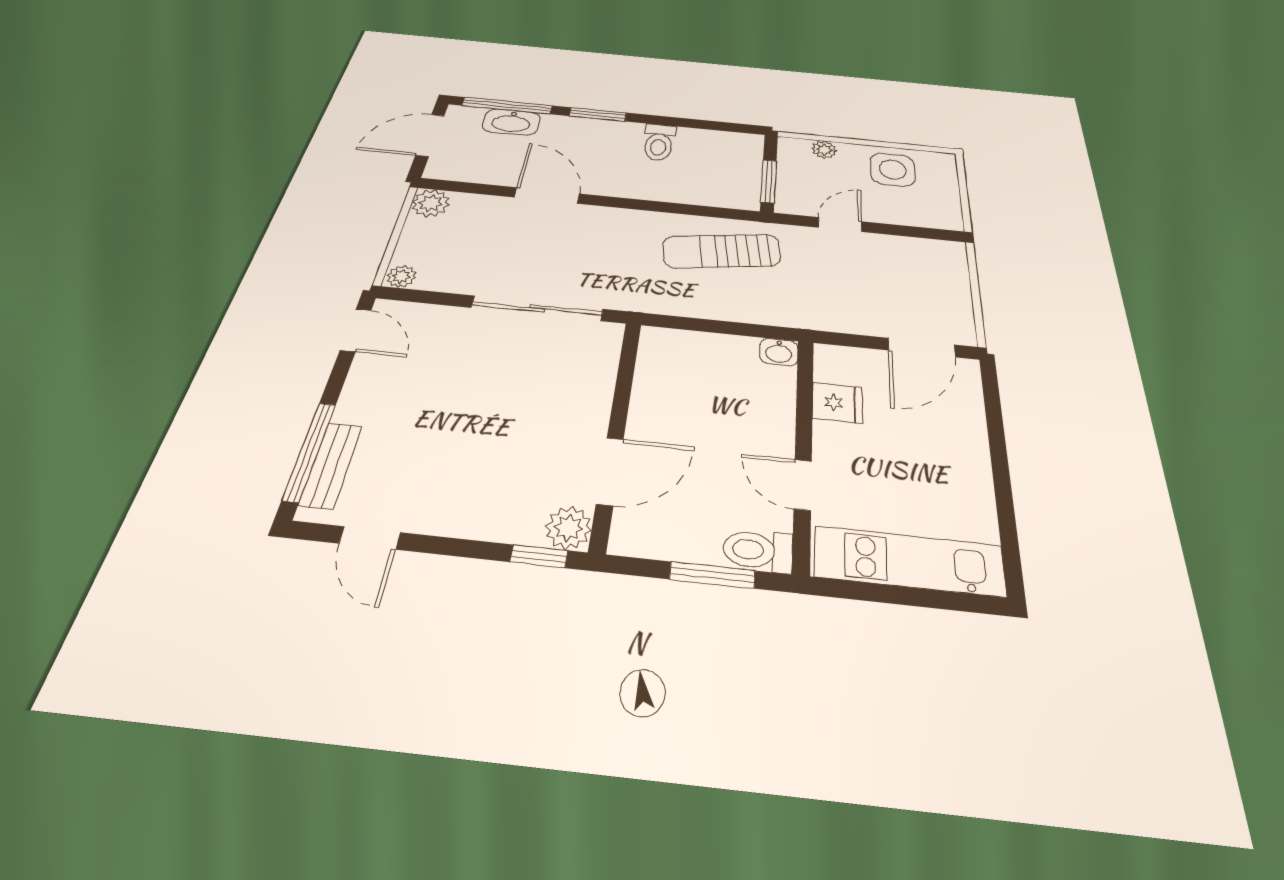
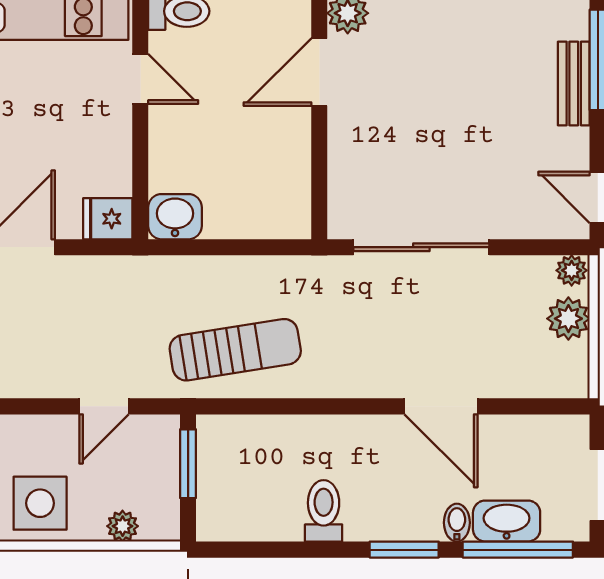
bidet: (552, 125) -> (457, 523), added
plant: (431, 203) -> (568, 319), moved
washbasin: (779, 352) -> (175, 217), width x1.38, depth x1.45
fridge: (837, 403) -> (108, 219), moved
bench: (331, 465) -> (574, 83), moved

